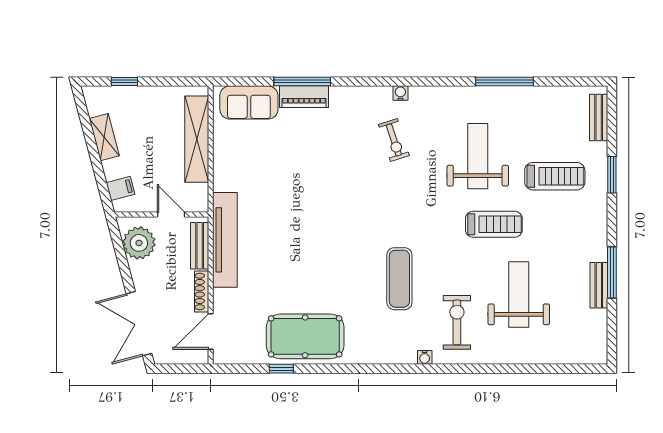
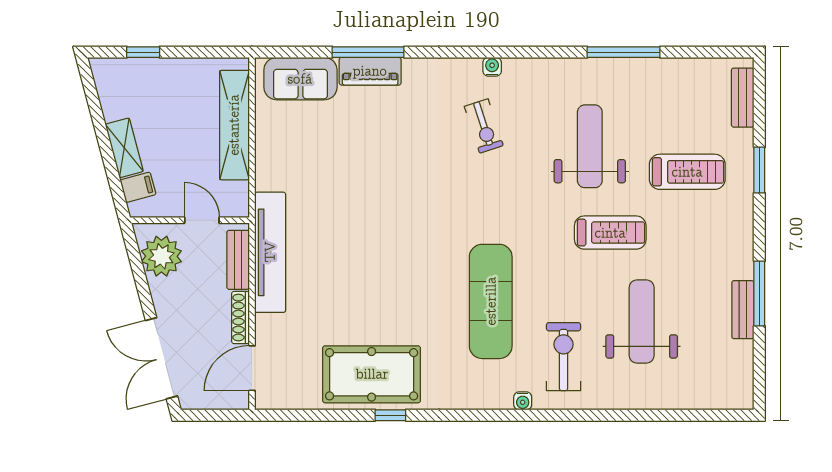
shelving: (104, 137) -> (124, 148), moved
exercise mat: (399, 279) -> (491, 301), width x1.36, depth x1.45
window: (281, 369) -> (390, 415), moved

